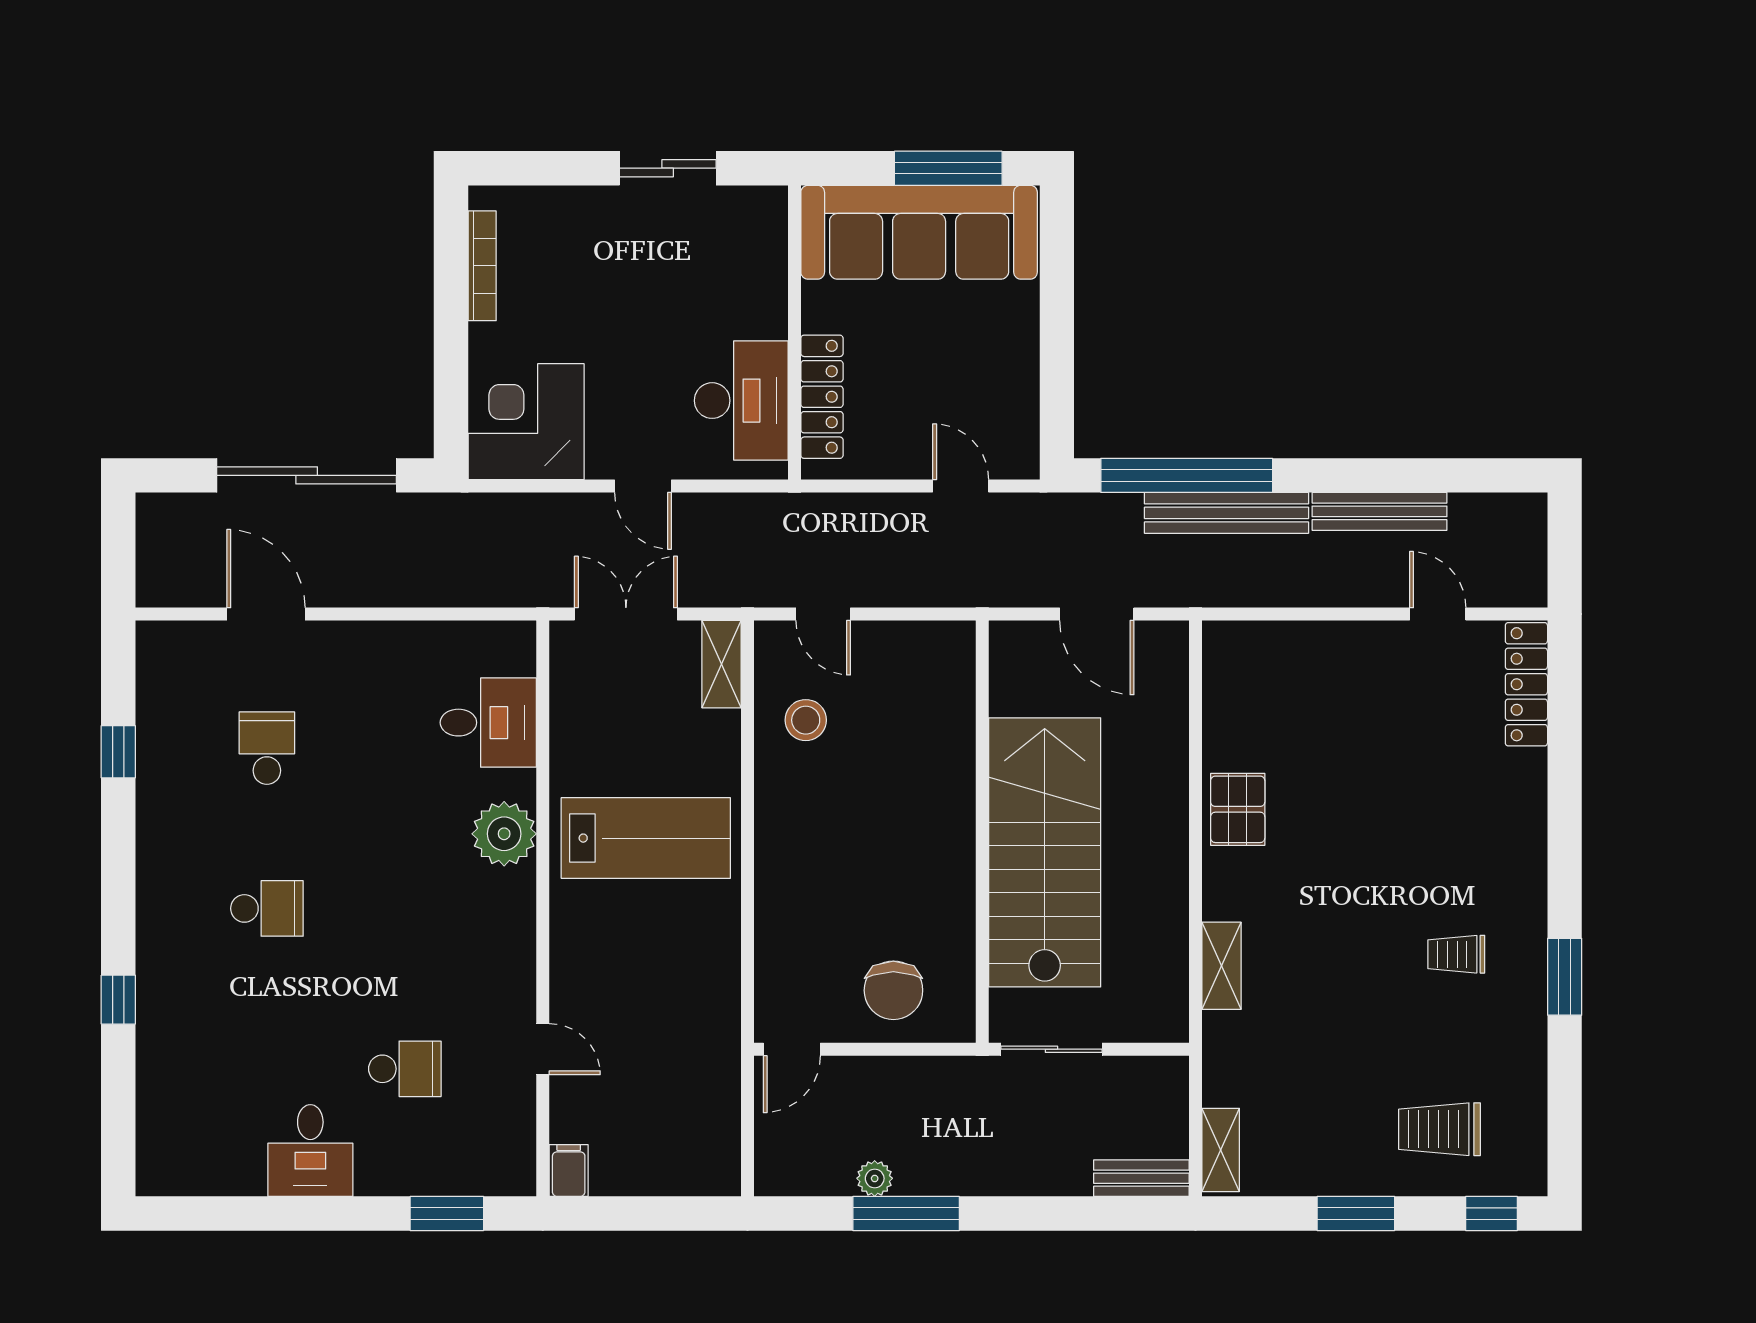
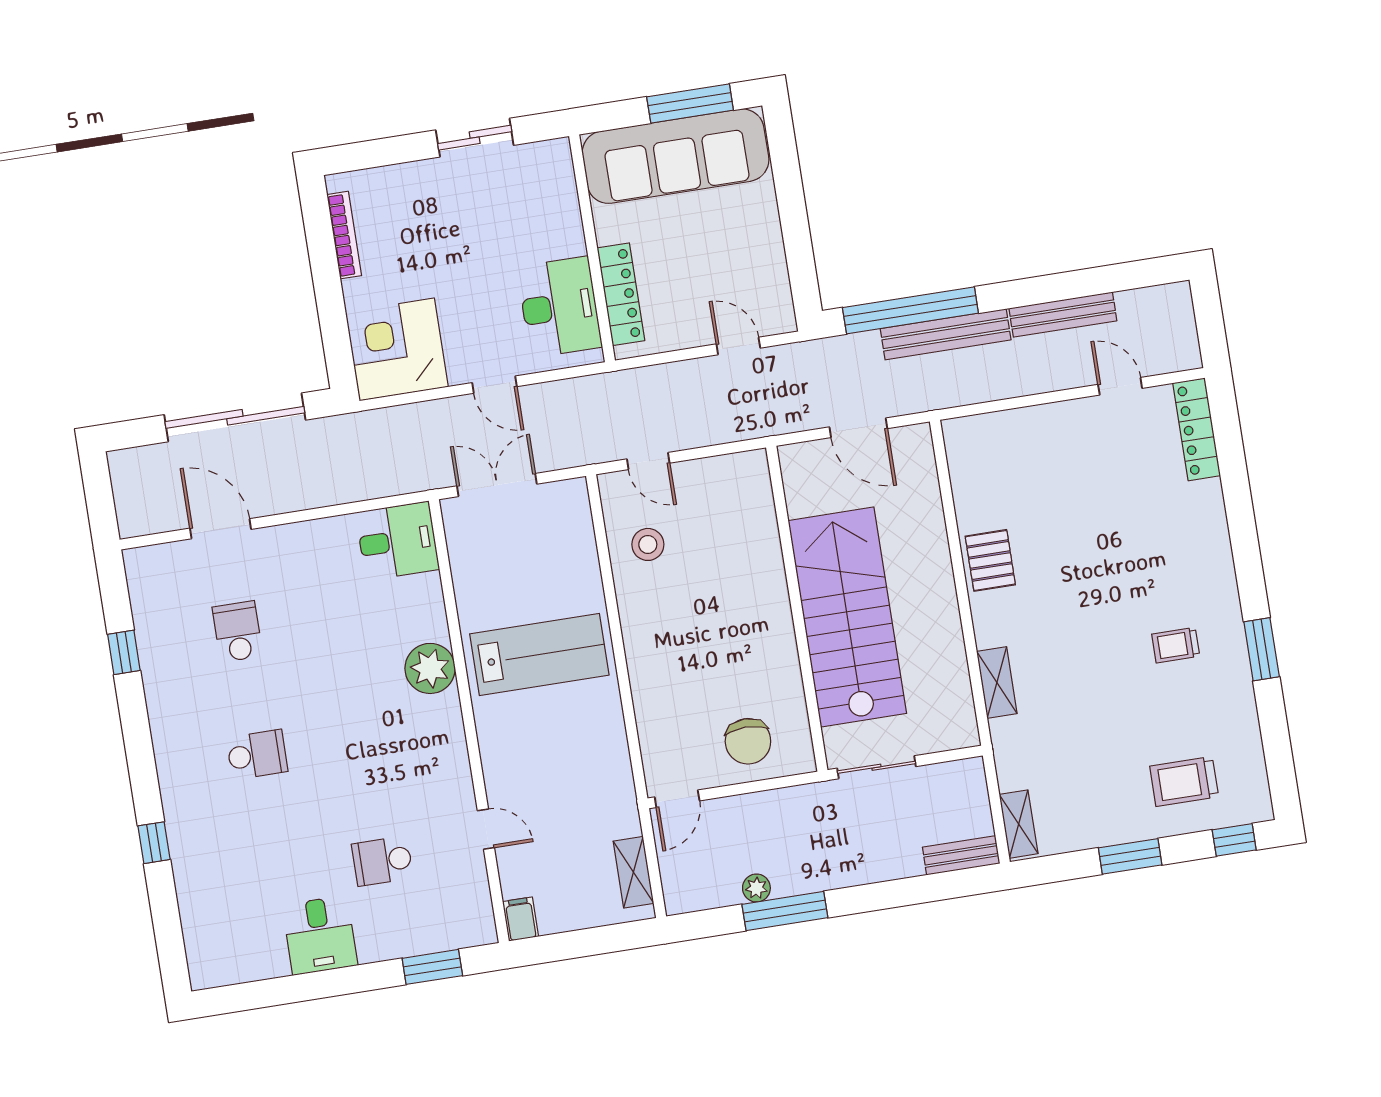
shelving: (722, 664) -> (633, 872), moved
desk: (488, 723) -> (397, 541), moved
school desk: (405, 1069) -> (382, 861), turned 180

